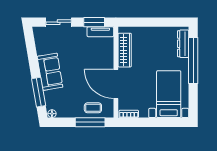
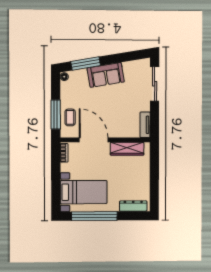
sliding door: (59, 22) -> (155, 84), width x1.37
window: (94, 22) -> (154, 119), removed
window: (193, 60) -> (94, 216), moved
door: (116, 84) -> (94, 140), hinge flipped

